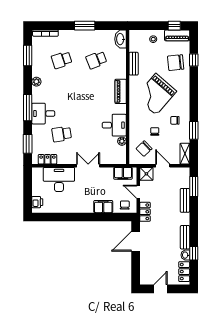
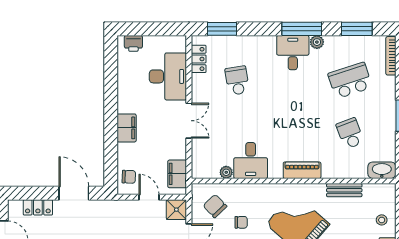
school desk: (62, 60) -> (350, 81), width x1.85
window: (28, 108) -> (302, 29), moved
desk: (43, 114) -> (293, 53), moved
door: (138, 192) -> (149, 197), hinge flipped
filing cabinet: (103, 207) -> (127, 128), moved
locker: (145, 212) -> (38, 207), moved

